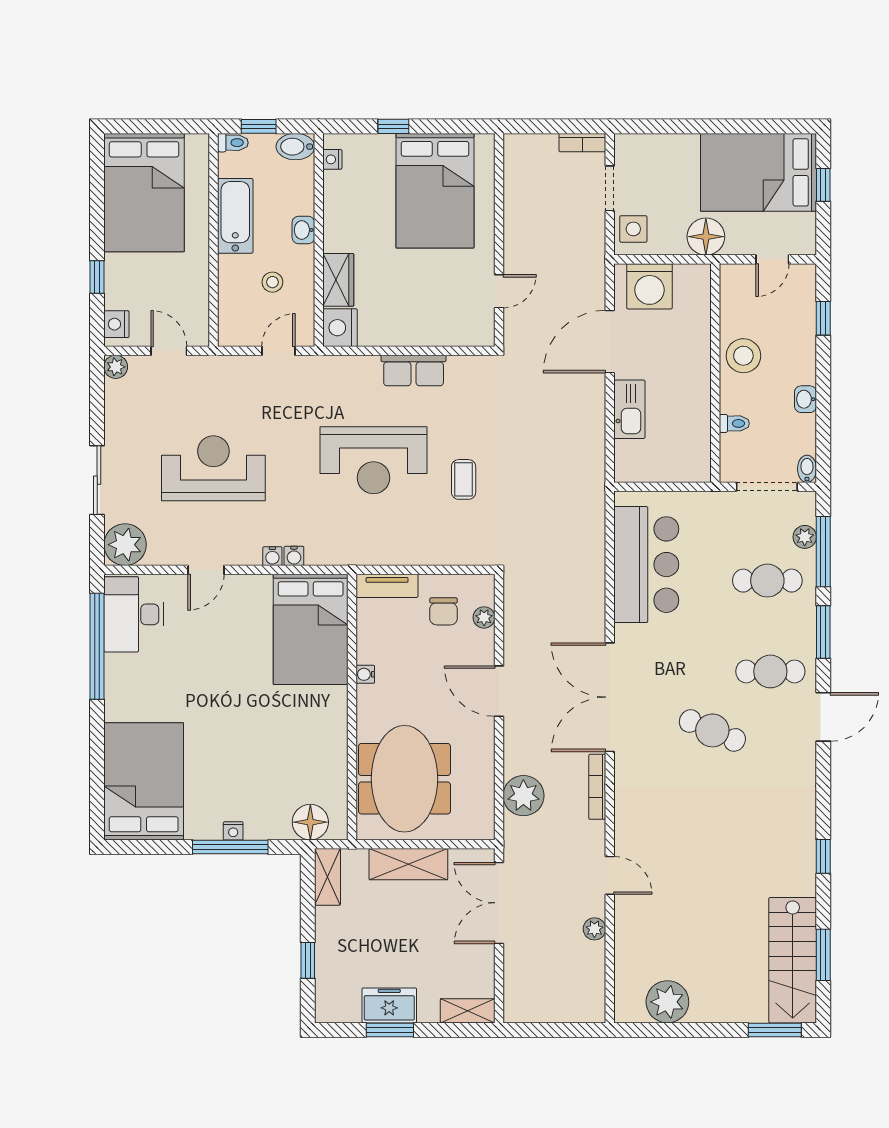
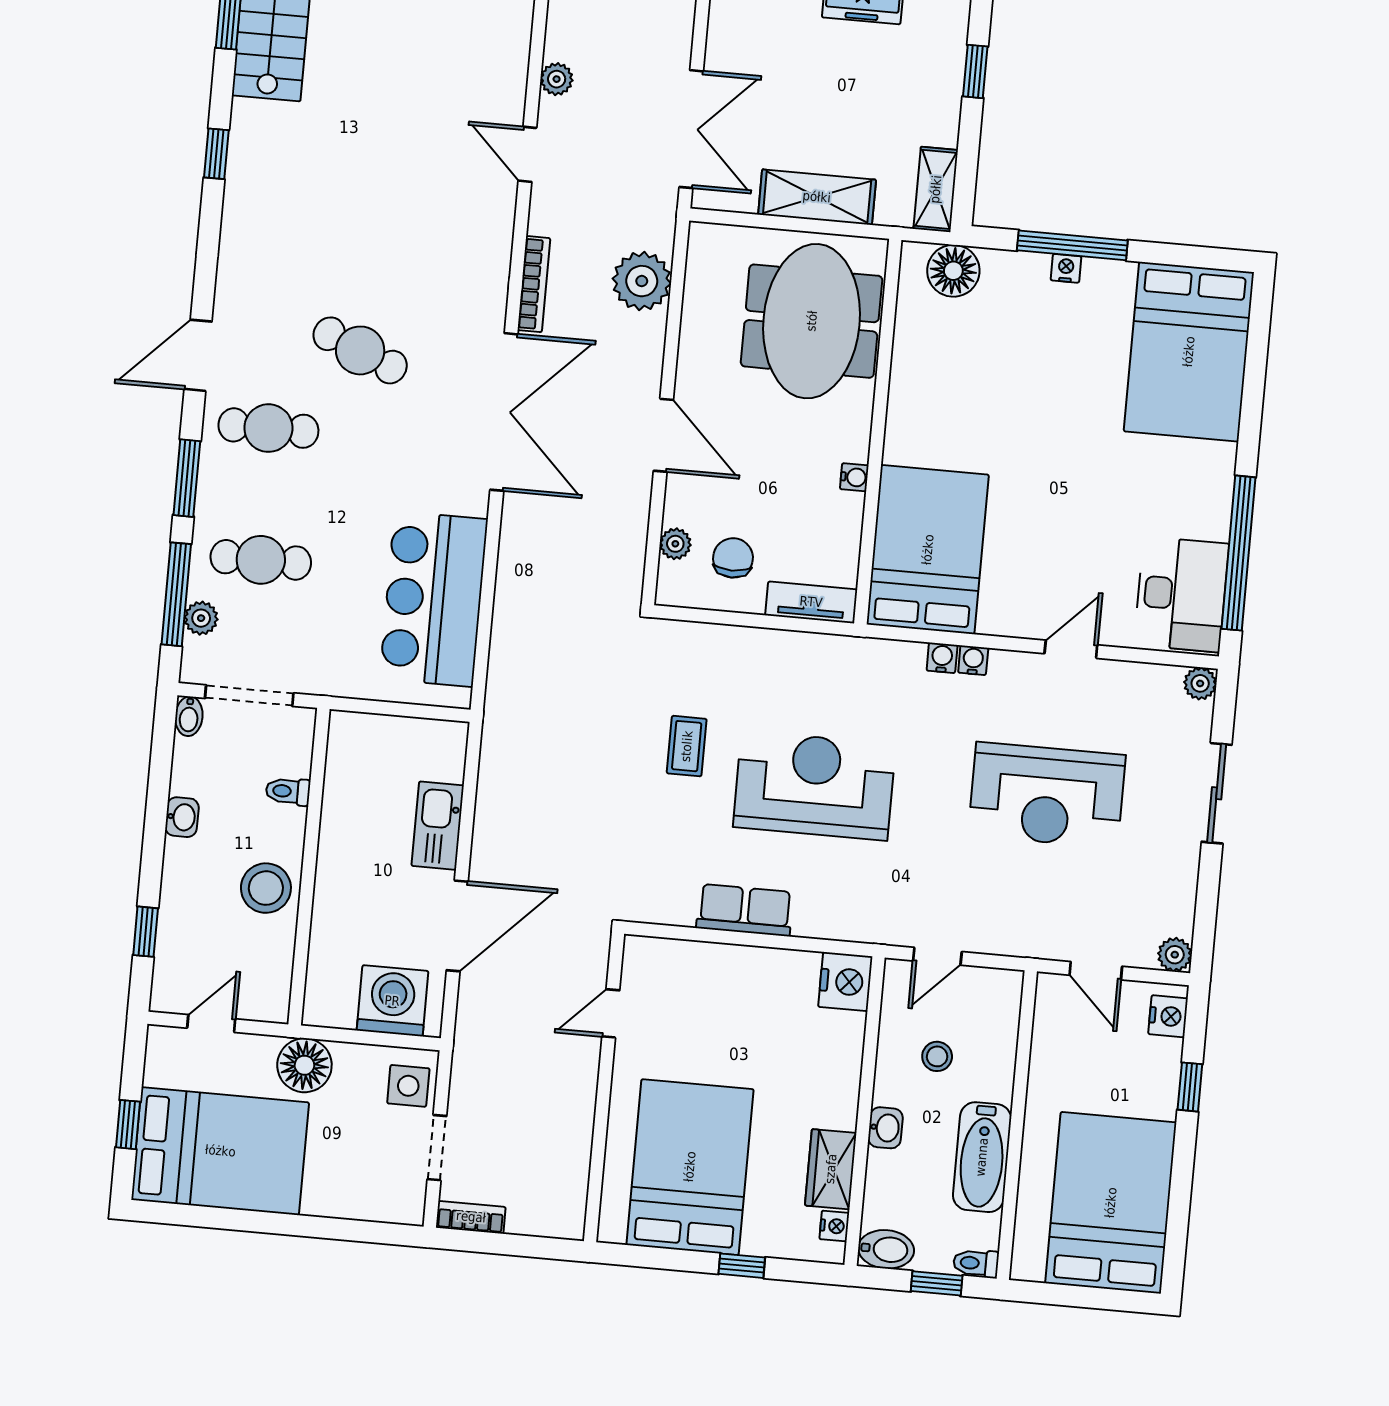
wardrobe: (338, 280) -> (831, 1169), moved
plant: (125, 545) -> (1200, 683), width x0.53, depth x0.53

